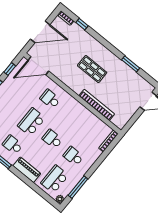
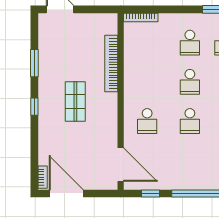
window: (82, 24) -> (34, 107), moved
door: (40, 32) -> (66, 194), moved
school desk: (31, 122) -> (190, 121), width x0.54

